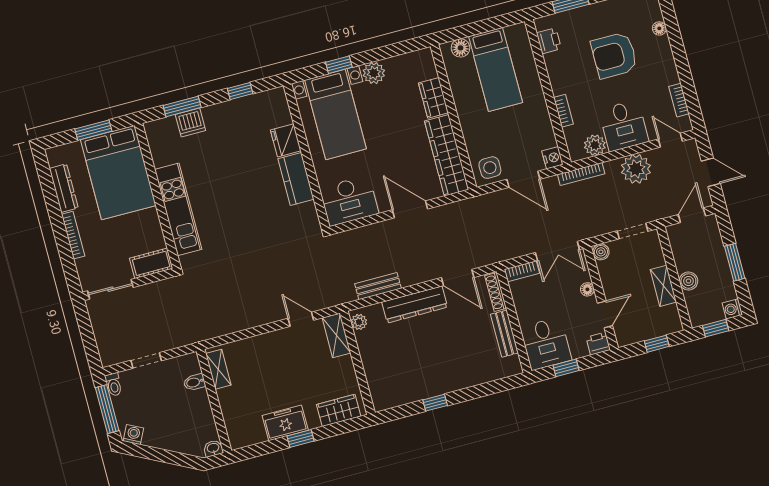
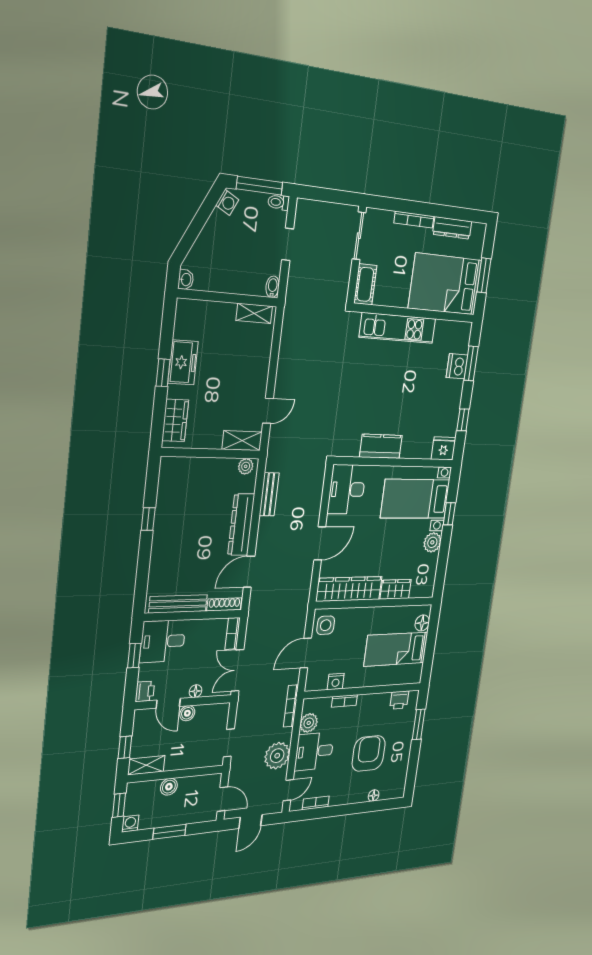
fridge: (286, 140) -> (444, 448), moved
nightstand: (552, 158) -> (336, 682), moved
boiler: (601, 252) -> (187, 713), moved
shelving: (663, 286) -> (146, 765), moved
bench: (504, 334) -> (178, 604), width x1.36
bidet: (194, 382) -> (273, 287), moved

